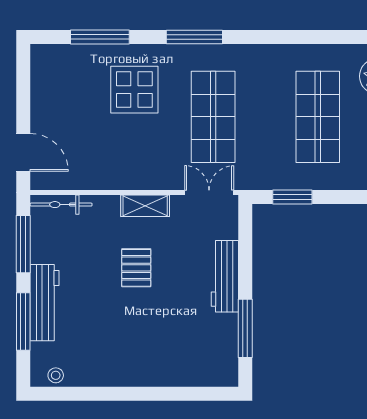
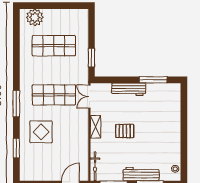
window: (100, 37) -> (16, 148), width x0.69

